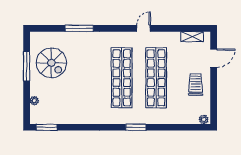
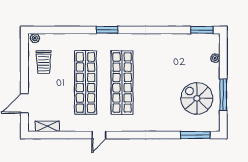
window: (79, 28) -> (195, 135), moved
trolley: (196, 85) -> (44, 62), moved

